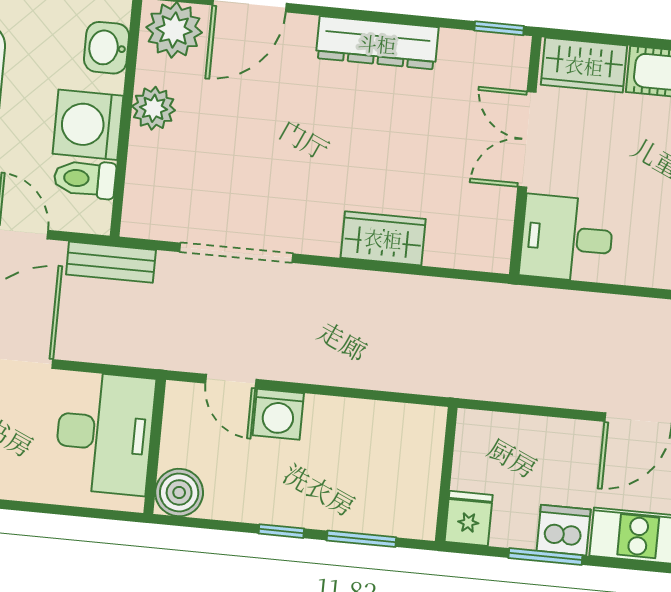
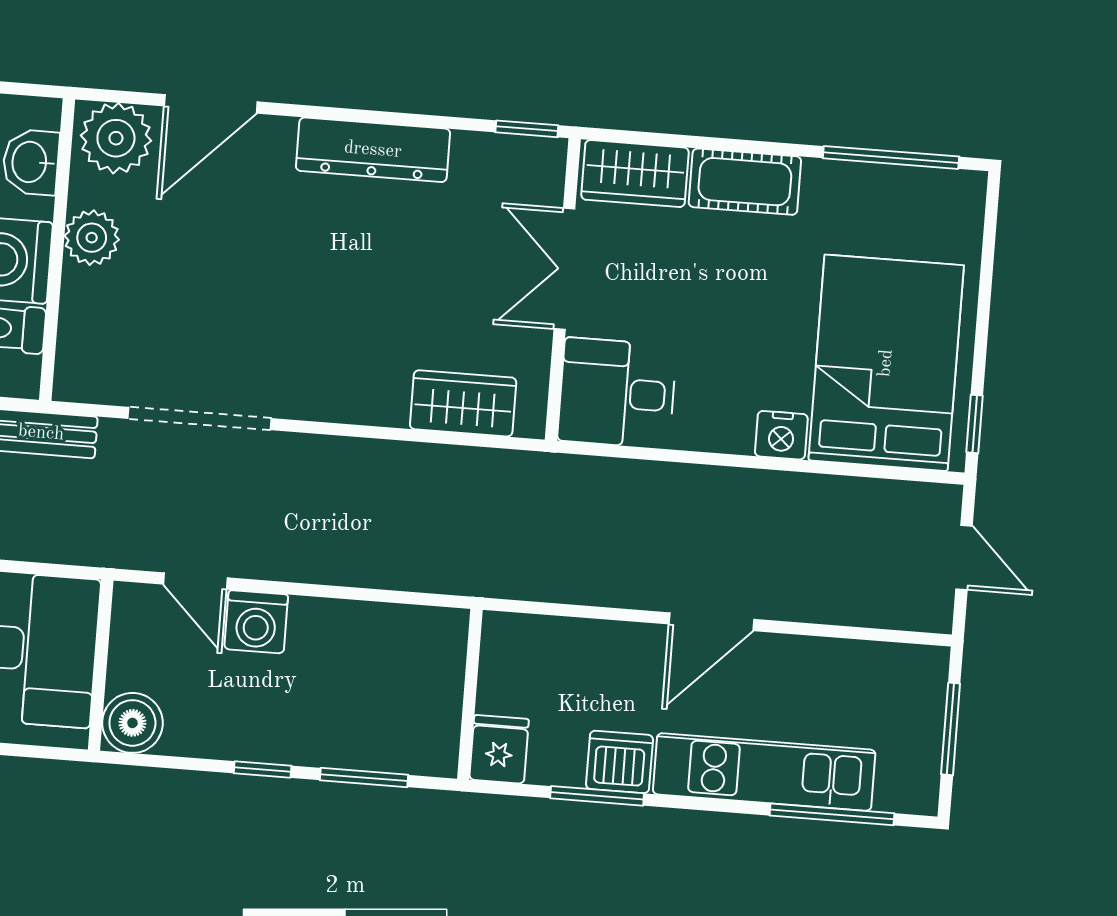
wardrobe: (383, 238) -> (463, 403), moved

